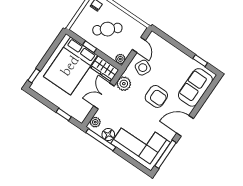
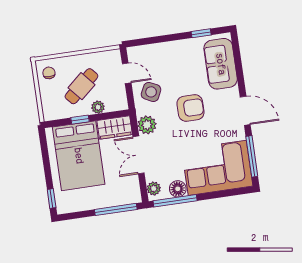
plant: (120, 59) -> (98, 107), moved
window: (64, 114) -> (116, 209), width x2.17
door: (185, 126) -> (245, 111), swing flipped

